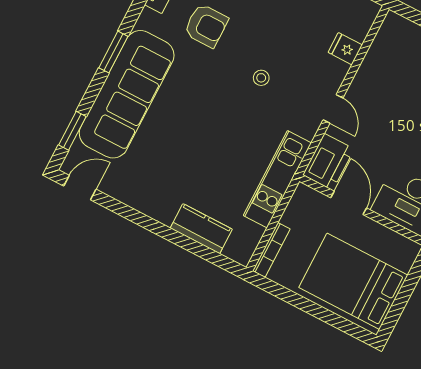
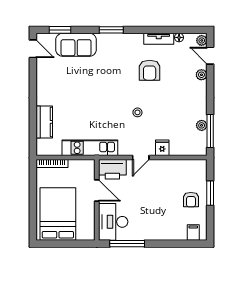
fridge: (345, 49) -> (162, 148), moved
sofa: (127, 94) -> (76, 45), width x0.54, depth x0.79
door: (349, 203) -> (97, 191), hinge flipped

